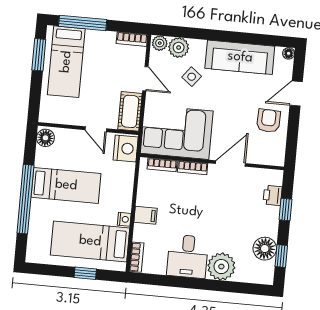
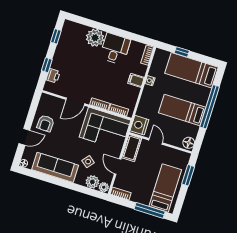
window: (39, 55) -> (188, 175), moved
bed: (90, 241) -> (192, 70), moved, turned 180
floor lamp: (265, 249) -> (65, 43), removed

